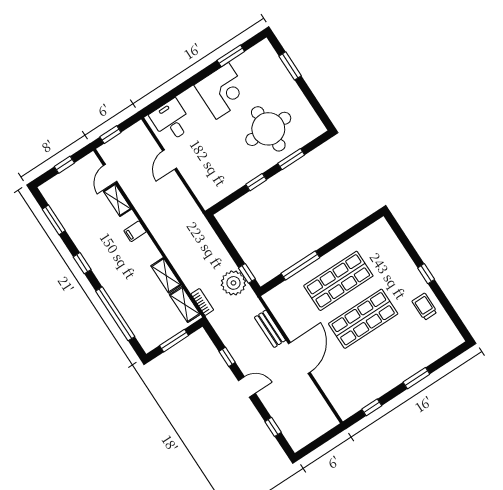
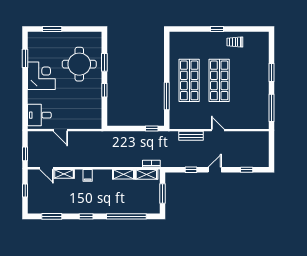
plant: (233, 283) -> (152, 139), removed
door: (299, 358) -> (218, 130), width x0.53
window: (372, 407) -> (272, 108), width x2.17

